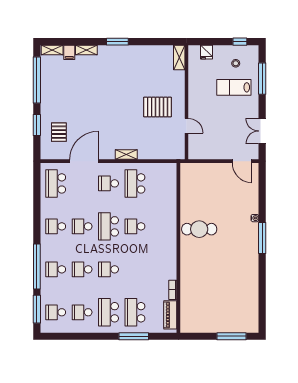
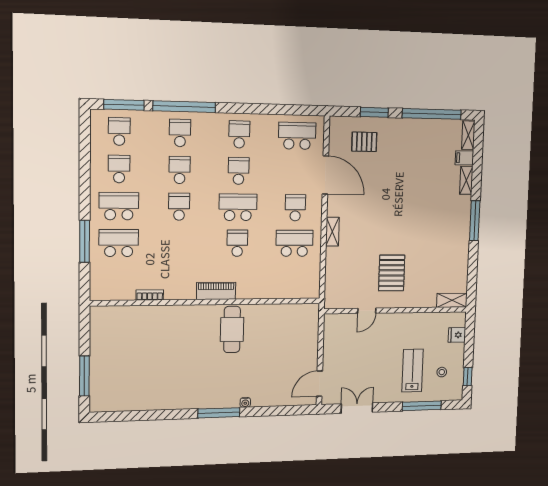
window: (117, 42) -> (475, 221), width x1.44
piano: (170, 315) -> (216, 291), moved

